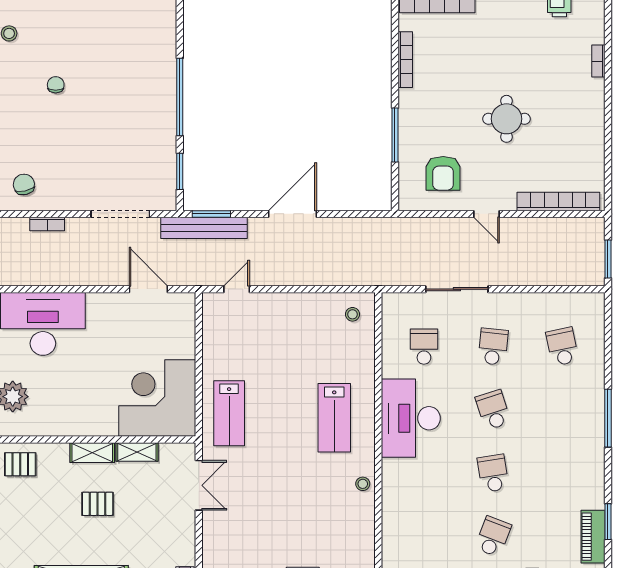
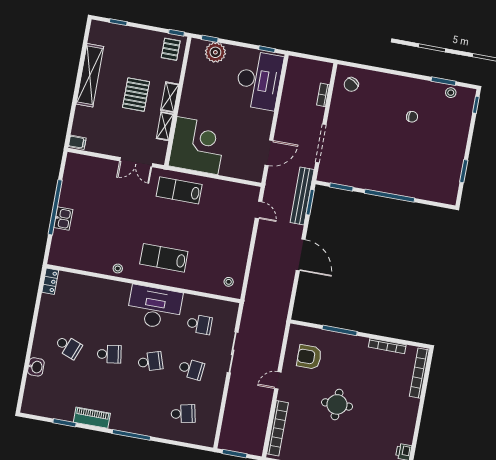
chair: (24, 184) -> (351, 84), turned 132
pallet: (98, 504) -> (136, 95), width x1.50, depth x1.42
piano: (593, 537) -> (92, 418), moved

